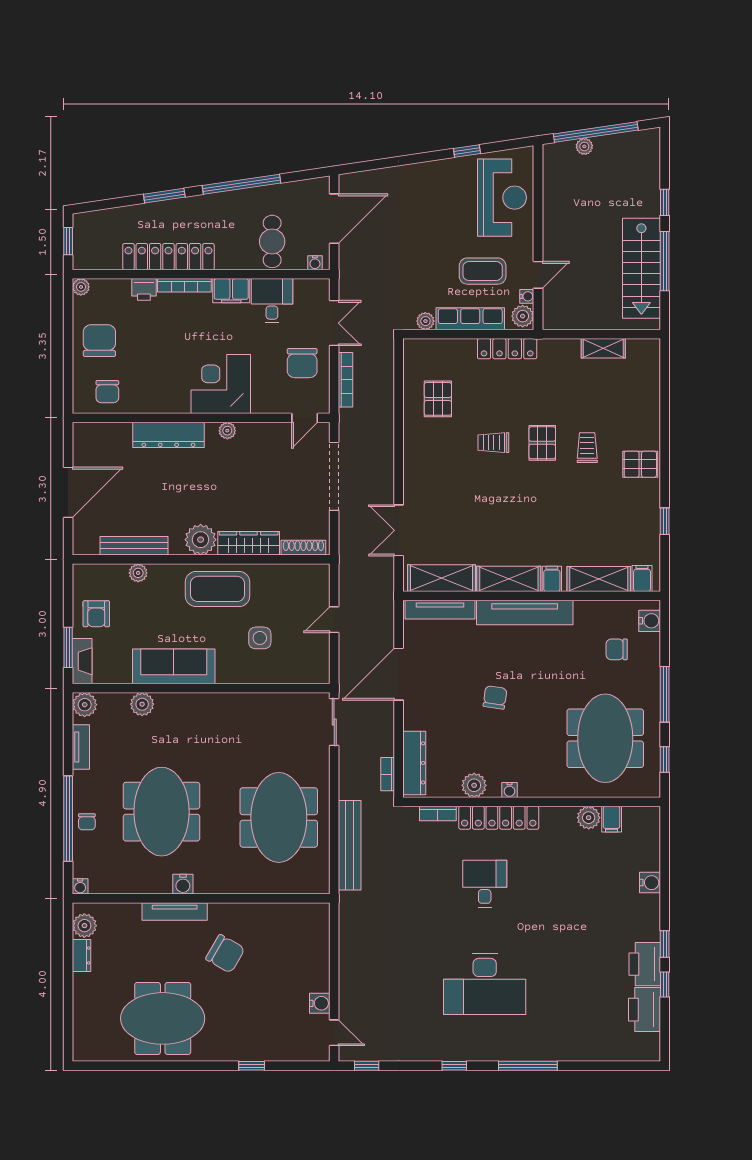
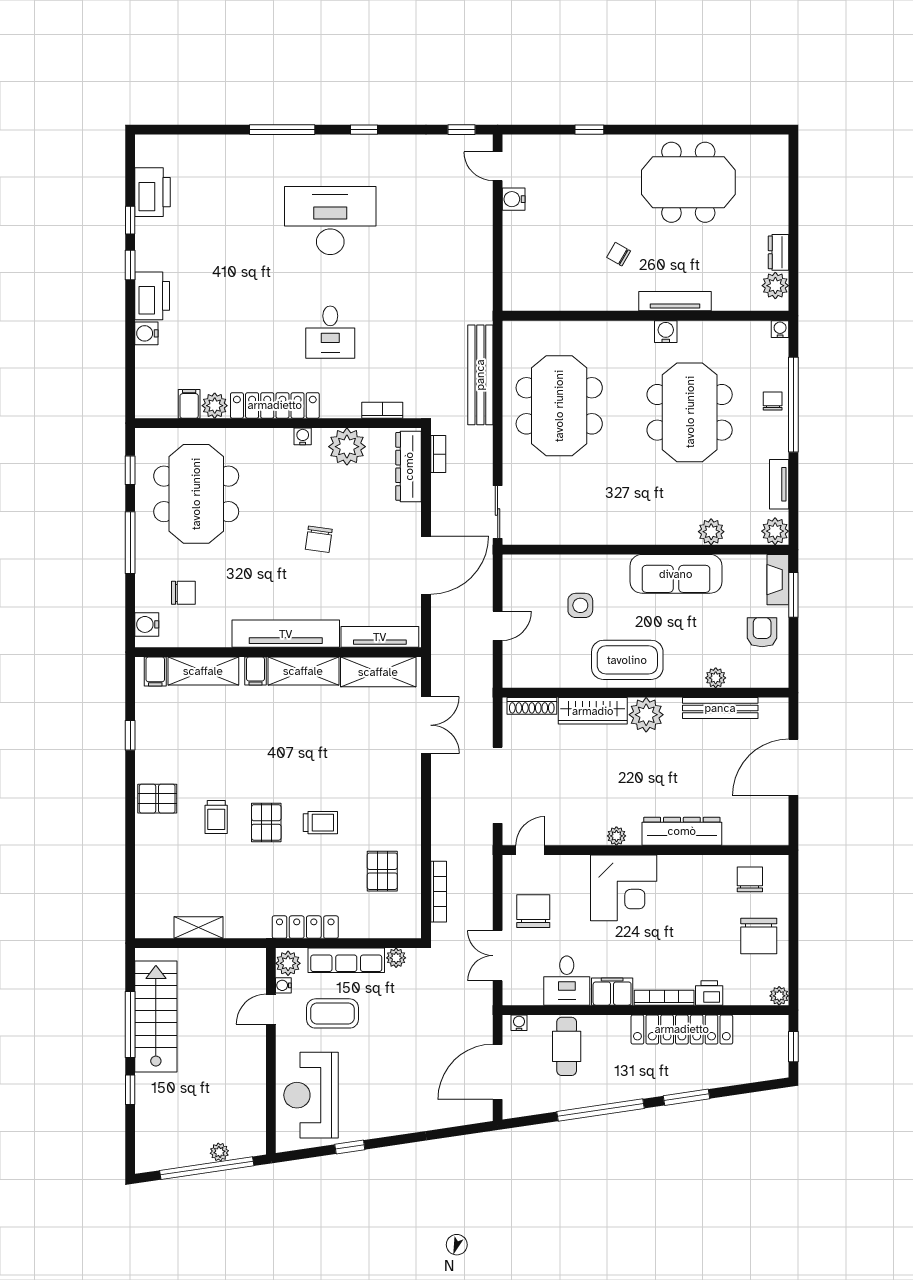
bookcase: (346, 380) -> (439, 892), moved, turned 180
plant: (474, 785) -> (347, 447), width x1.36, depth x1.36
locker: (499, 818) -> (275, 405), moved
chair: (225, 954) -> (619, 254), width x0.54, depth x0.54
printer: (645, 964) -> (152, 296), moved

